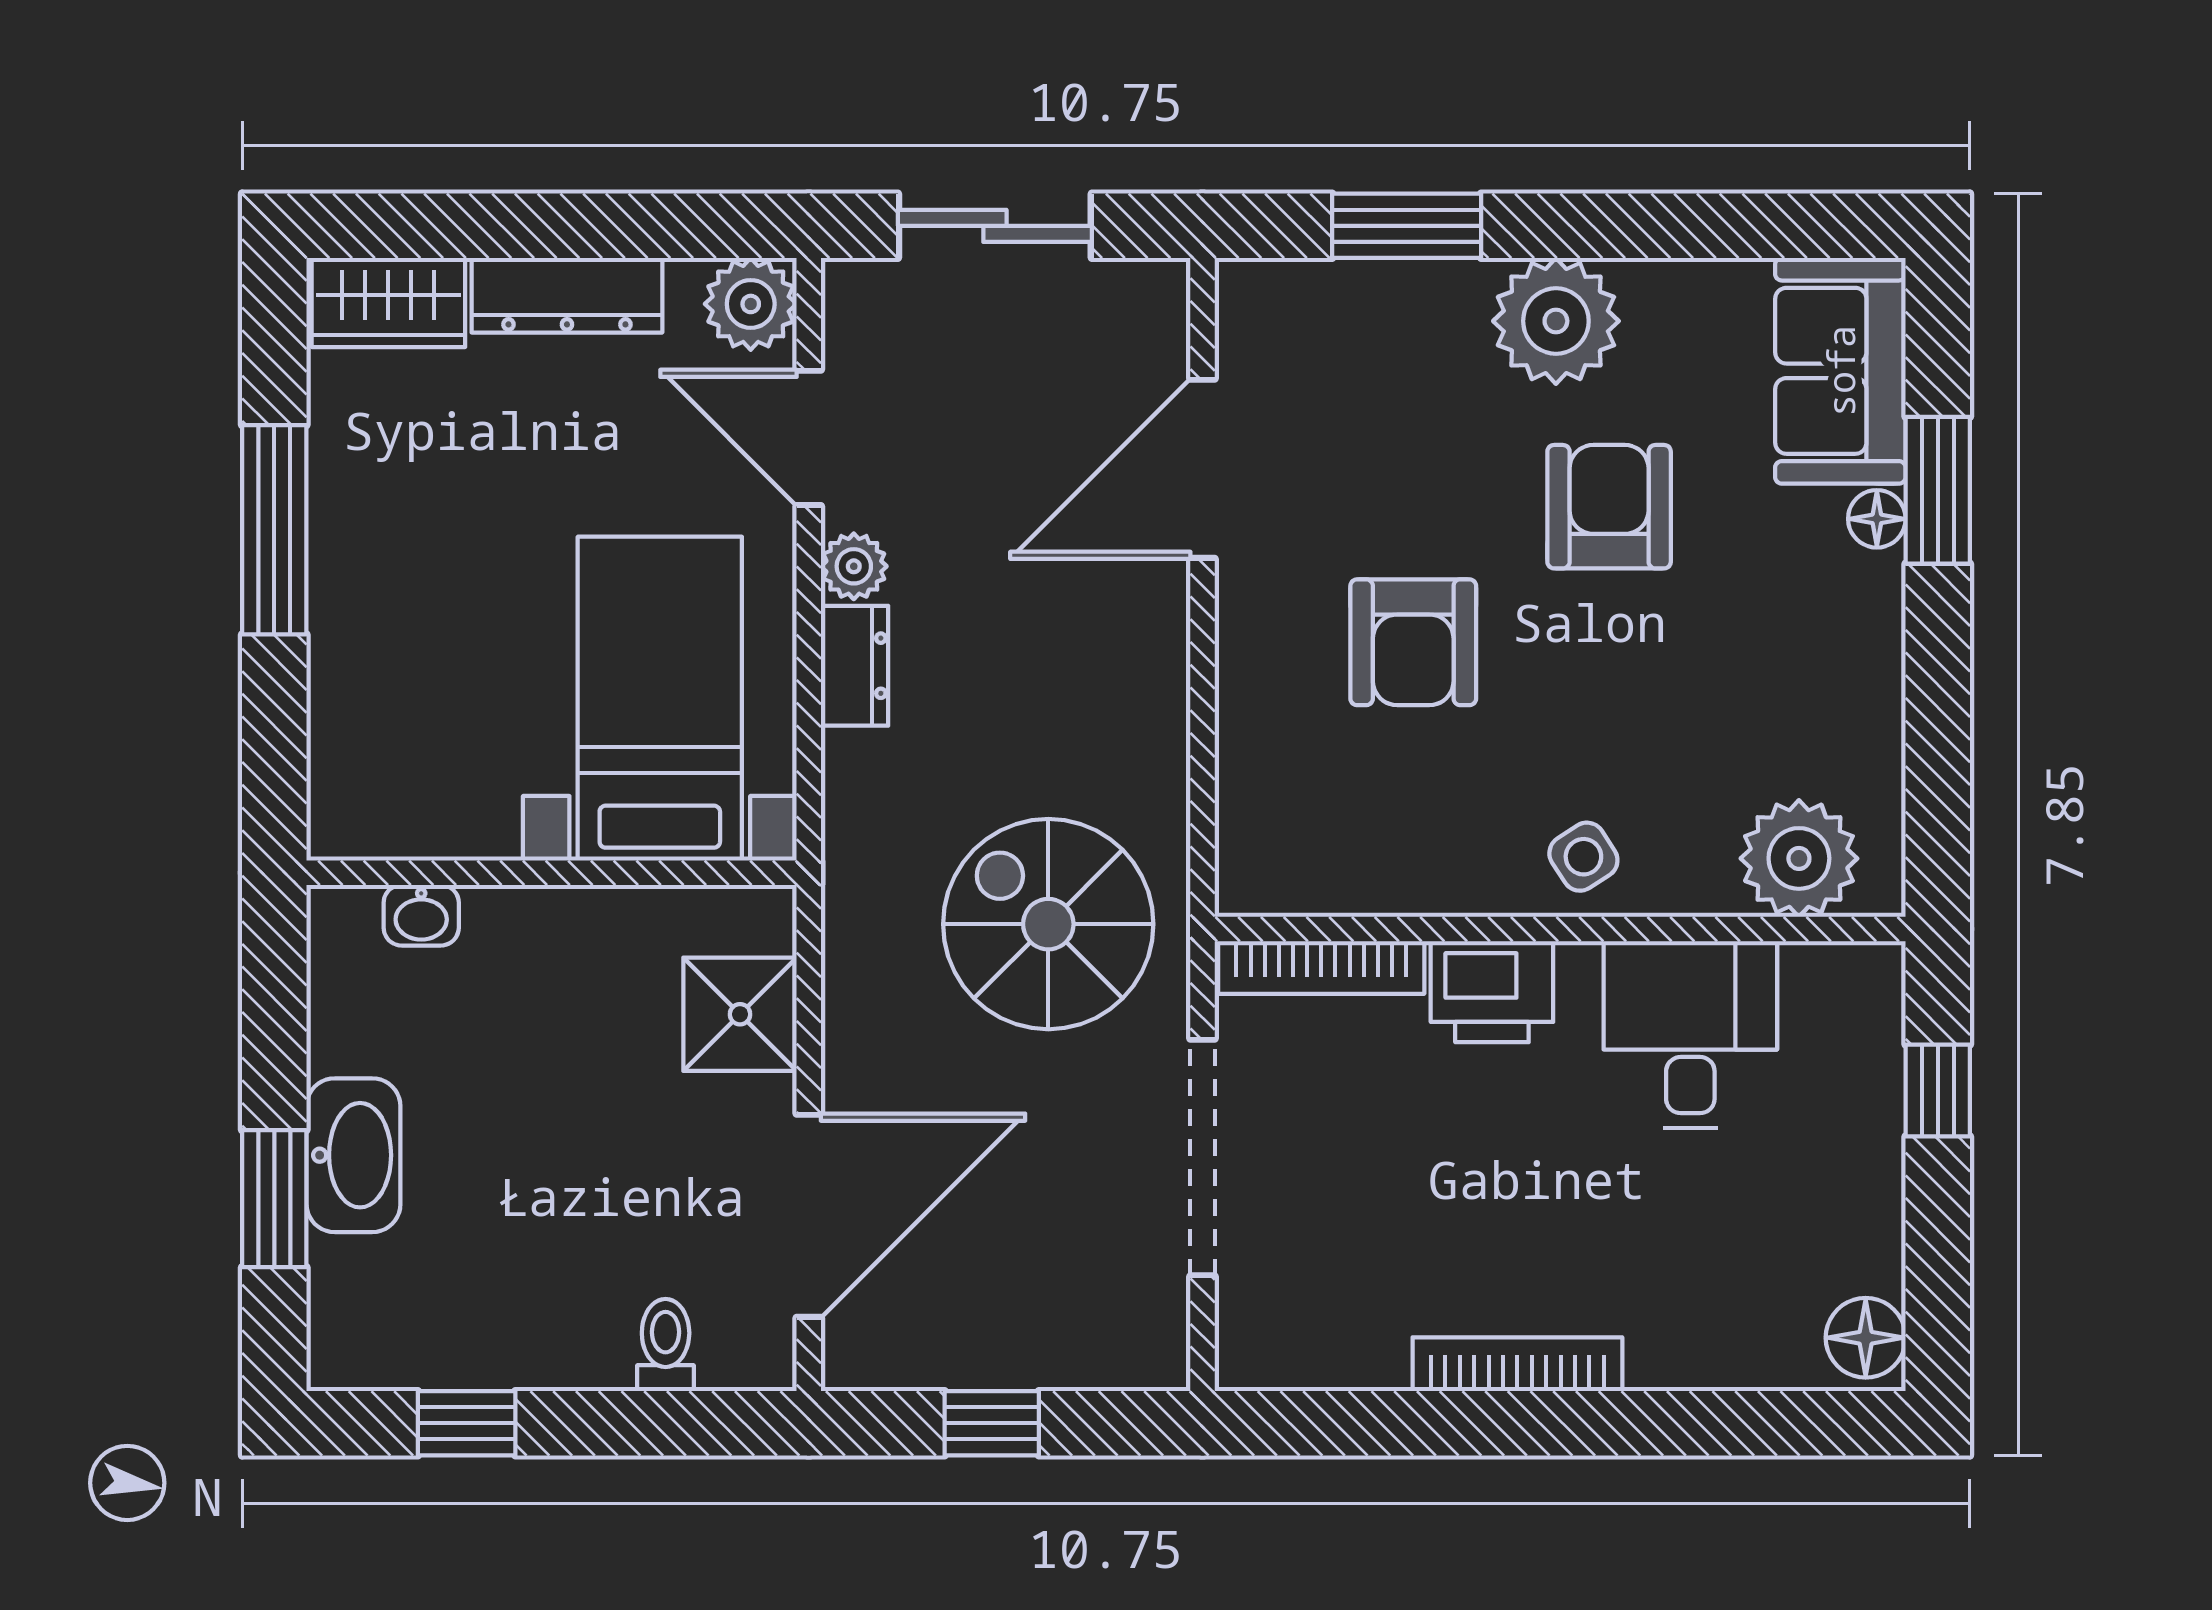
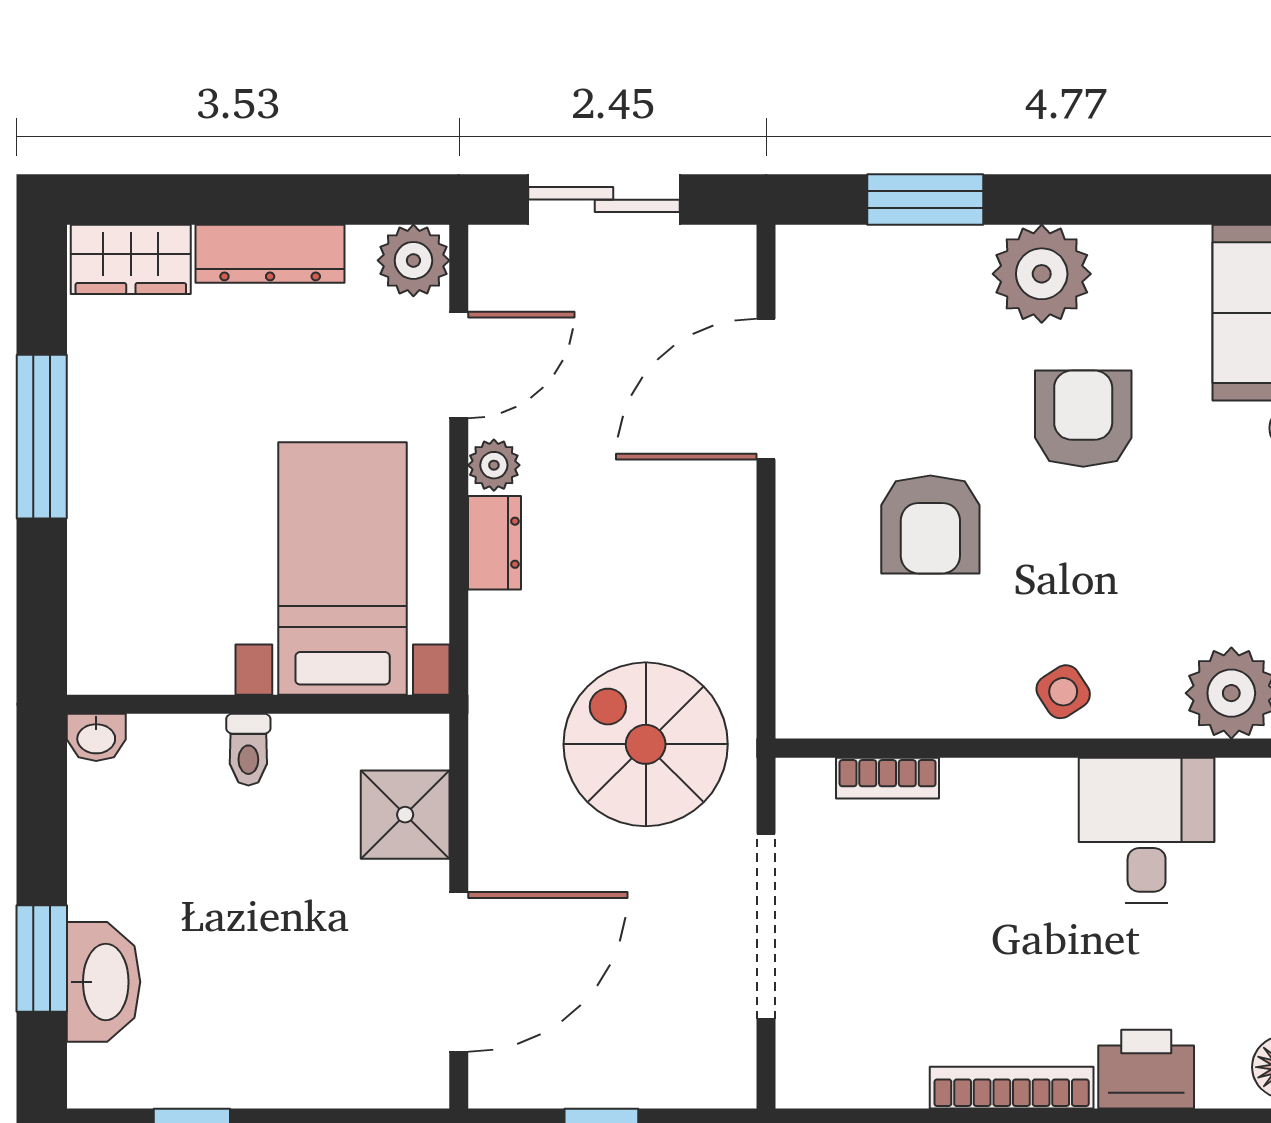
door: (809, 438) -> (459, 365), swing flipped
washbasin: (421, 915) -> (96, 737), moved
bookcase: (1321, 967) -> (888, 778), width x0.64
printer: (1492, 992) -> (1146, 1069), moved, turned 180
washbasin: (353, 1155) -> (104, 982), moved
toilet: (666, 1345) -> (248, 750), moved, turned 180

